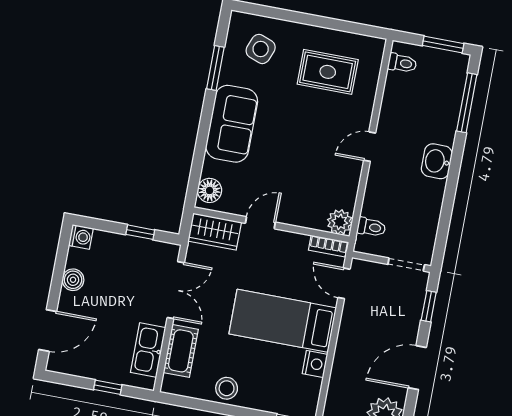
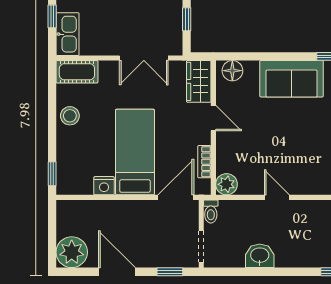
door: (370, 147) -> (277, 197), moved
washbasin: (437, 161) -> (260, 256), moved
toilet: (371, 227) -> (211, 211), moved
bookcase: (329, 246) -> (204, 162), moved
door: (344, 283) -> (176, 197), width x1.38
kitchen sink: (148, 350) -> (68, 34), moved, turned 90
cot: (181, 351) -> (77, 72), moved

